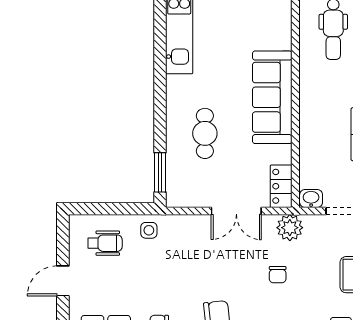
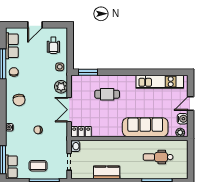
sofa: (272, 97) -> (145, 127), moved
plant: (290, 228) -> (61, 87), moved
door: (63, 281) -> (35, 25), swing flipped

